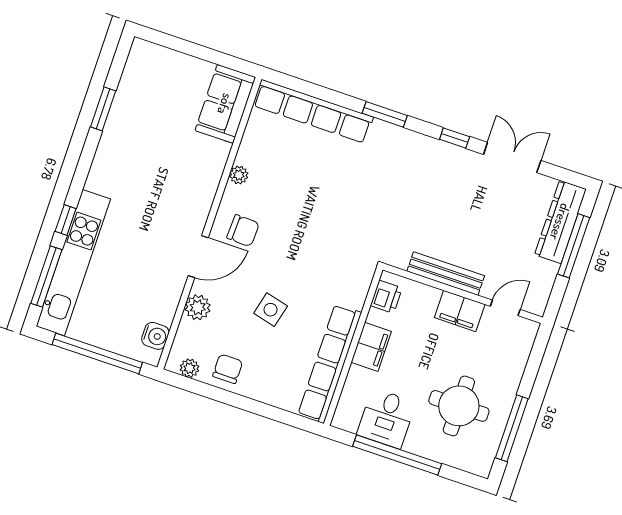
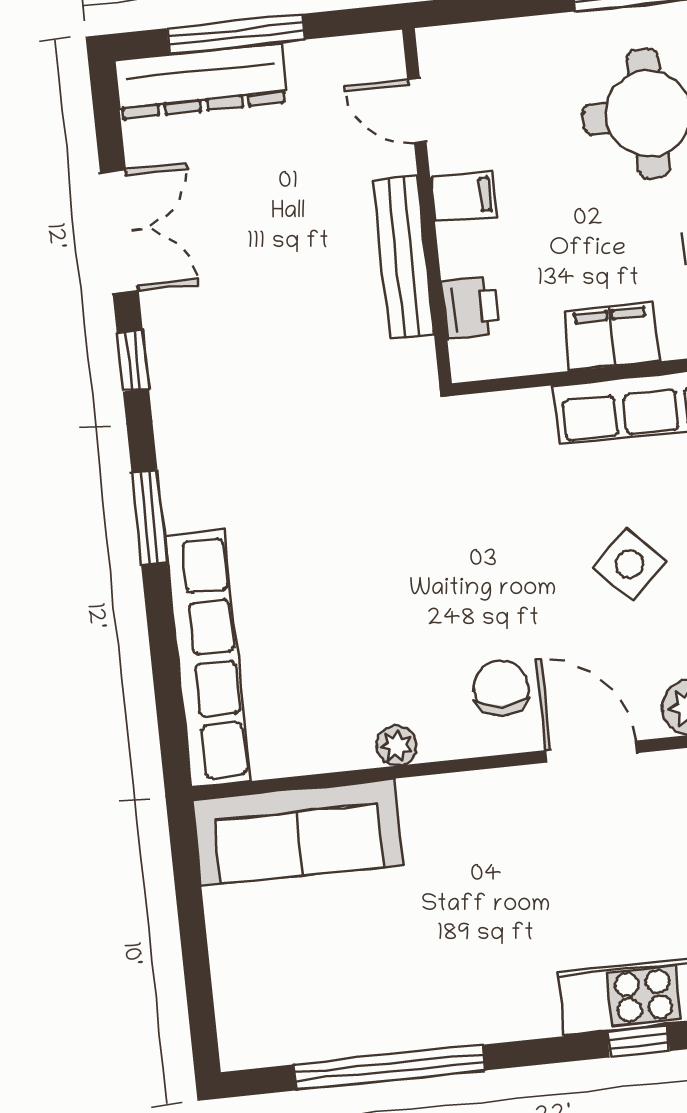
sofa: (225, 104) -> (298, 832), width x1.36
window: (103, 109) -> (390, 1067), width x2.11
double door: (512, 157) -> (119, 232), swing flipped
printer: (386, 297) -> (471, 308), moved, turned 90
side table: (271, 310) -> (630, 564), turned 32
filing cabinet: (460, 311) -> (463, 197), width x0.50

